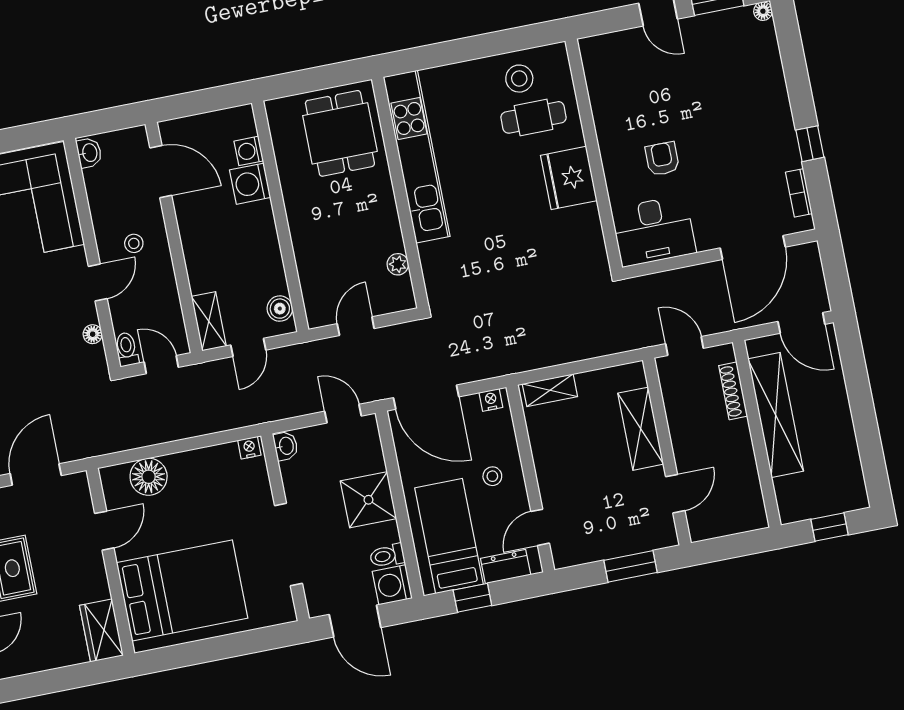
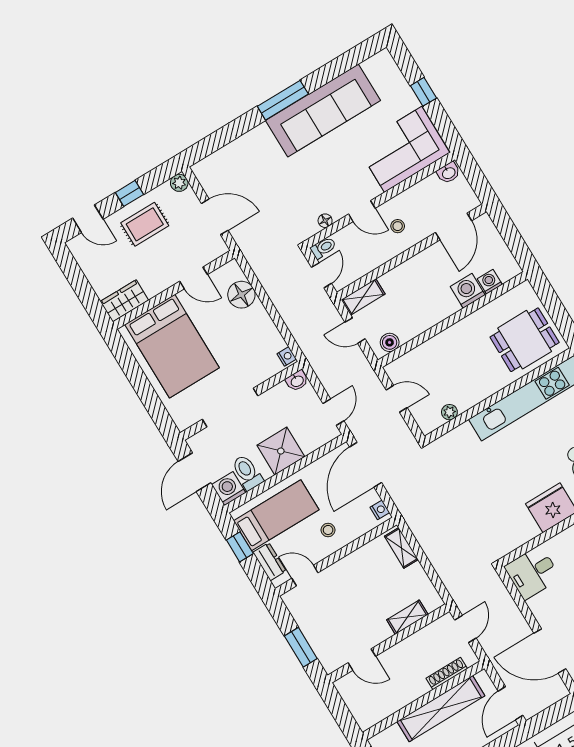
desk: (654, 231) -> (533, 572), width x0.73
shelving: (641, 429) -> (407, 617), width x0.67, depth x0.75
toilet: (387, 556) -> (247, 472), width x1.37, depth x1.39

